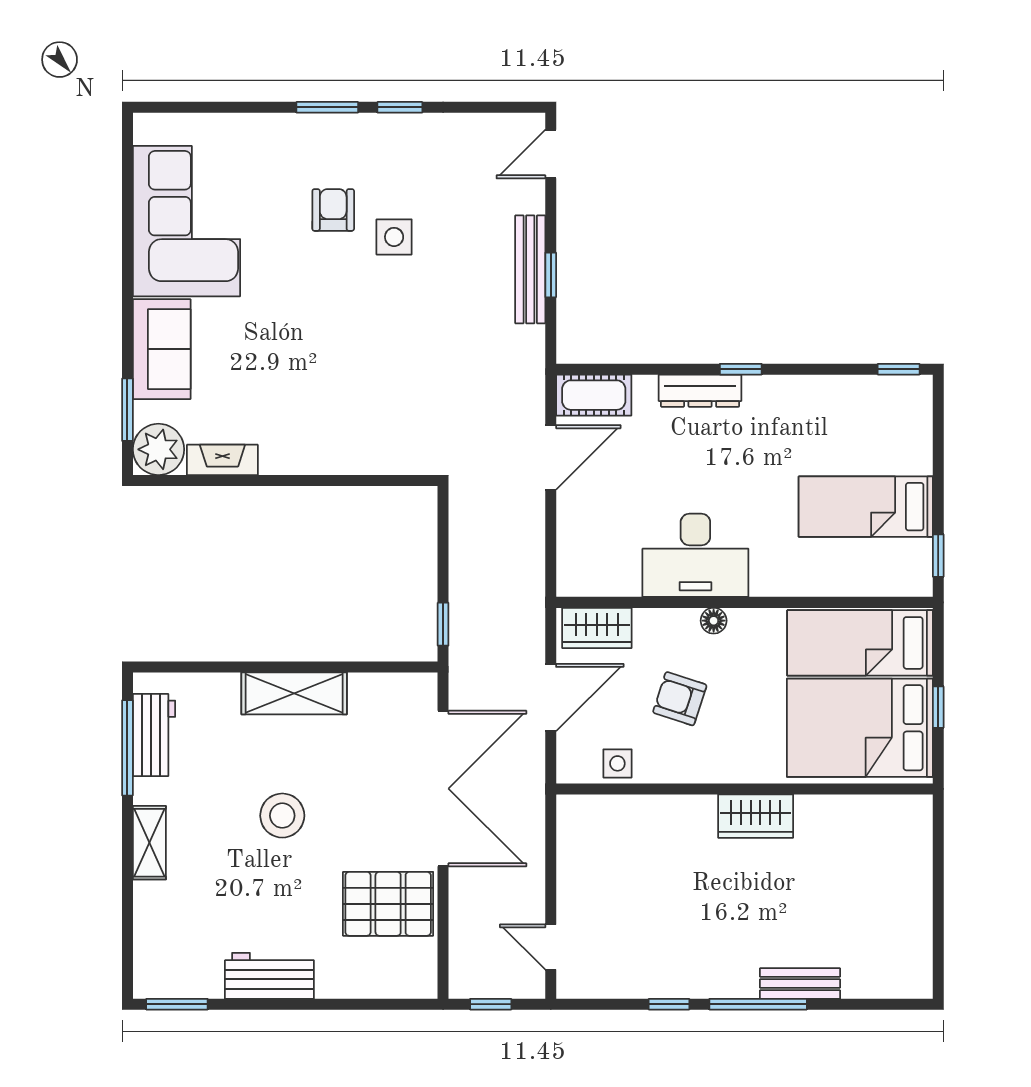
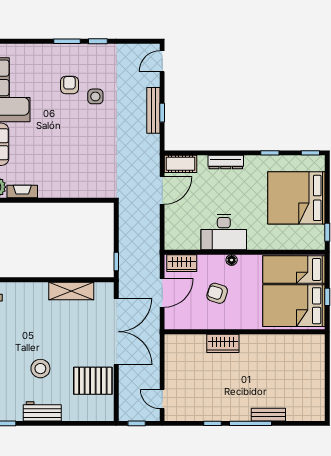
window: (741, 369) -> (270, 153), moved
bed: (866, 507) -> (296, 198), width x2.04
shelving: (294, 693) -> (71, 291), moved
side table: (617, 763) -> (191, 321), removed
stool: (282, 816) -> (40, 369), moved
wardrobe: (756, 816) -> (223, 343), moved

